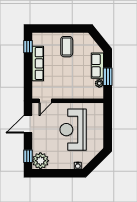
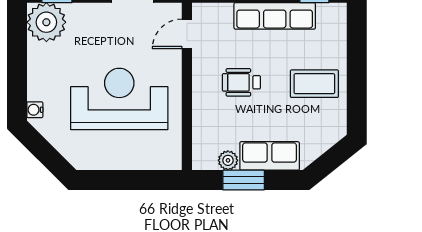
wheelchair: (66, 78) -> (241, 82), added
door: (45, 101) -> (187, 34), hinge flipped

